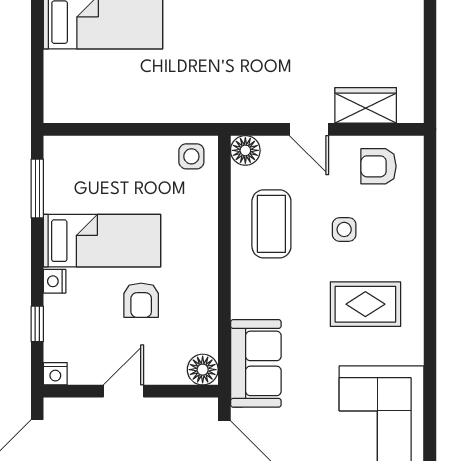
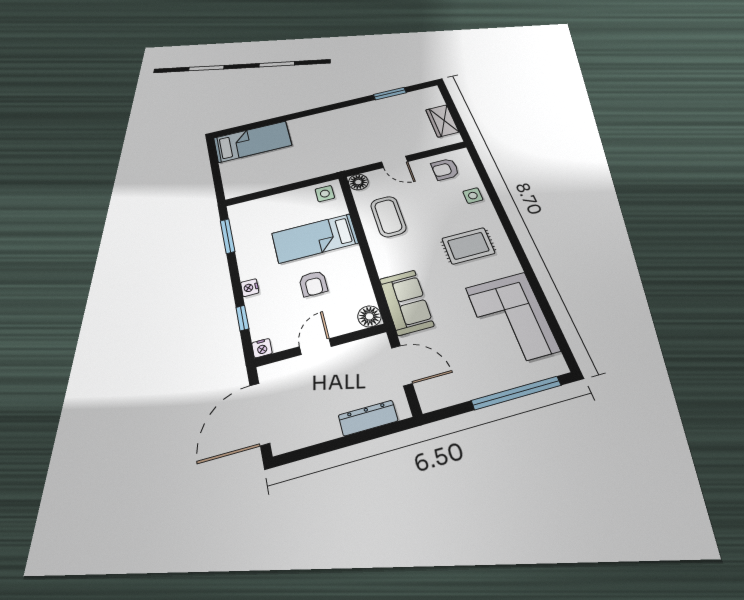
wardrobe: (366, 105) -> (442, 121), moved, turned -90
side table: (344, 229) -> (473, 196), moved
bed: (102, 241) -> (315, 238), moved, turned 180

